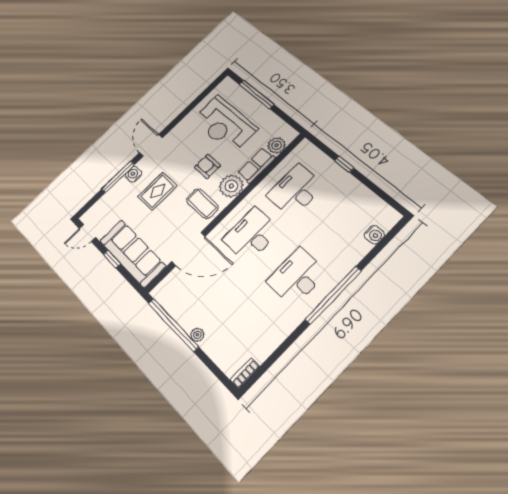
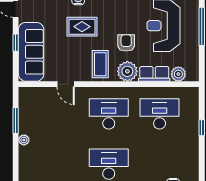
door: (188, 249) -> (66, 84), width x0.53
window: (173, 325) -> (16, 120), width x0.47

